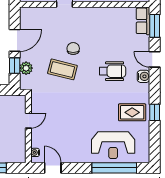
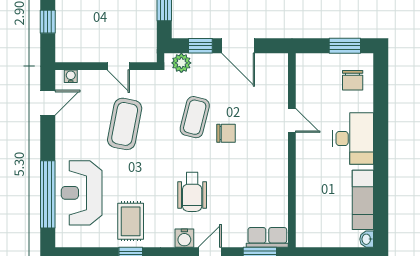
plant: (26, 68) -> (181, 63), moved
coffee table: (67, 116) -> (125, 124), added

